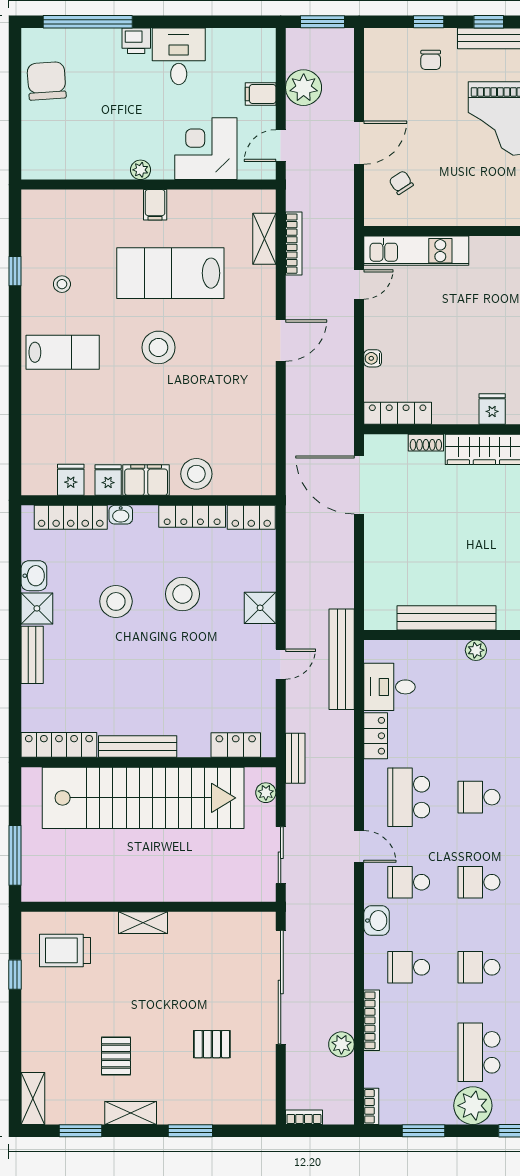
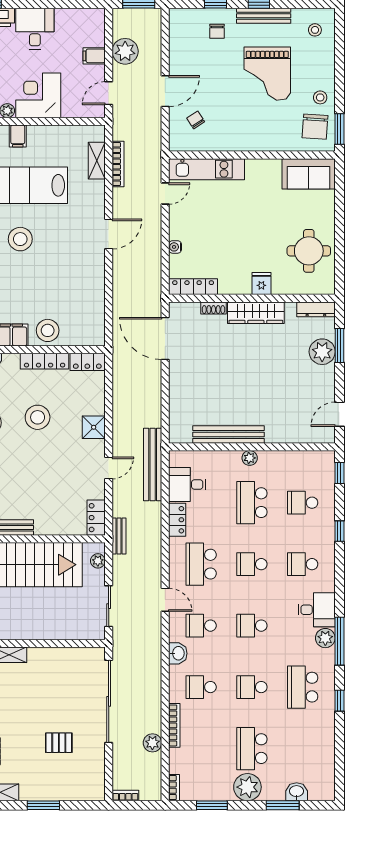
corner desk: (206, 149) -> (38, 95), moved
school desk: (479, 712) -> (252, 503), added
locker: (236, 745) -> (96, 518), moved, turned -90

